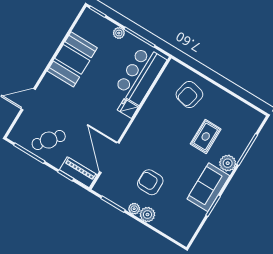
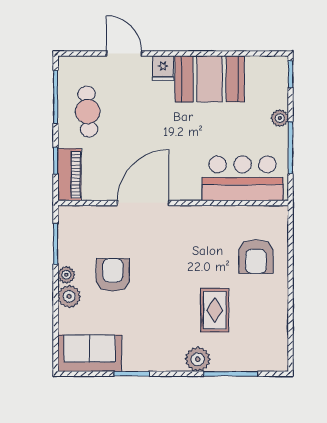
armchair: (189, 95) -> (256, 257), turned -103
fridge: (128, 108) -> (163, 68), moved, turned 180
rug: (206, 136) -> (215, 310), turned 90
cafe table: (49, 140) -> (88, 112), turned 47
door: (109, 158) -> (143, 203), moved
sofa: (208, 187) -> (90, 353), moved

